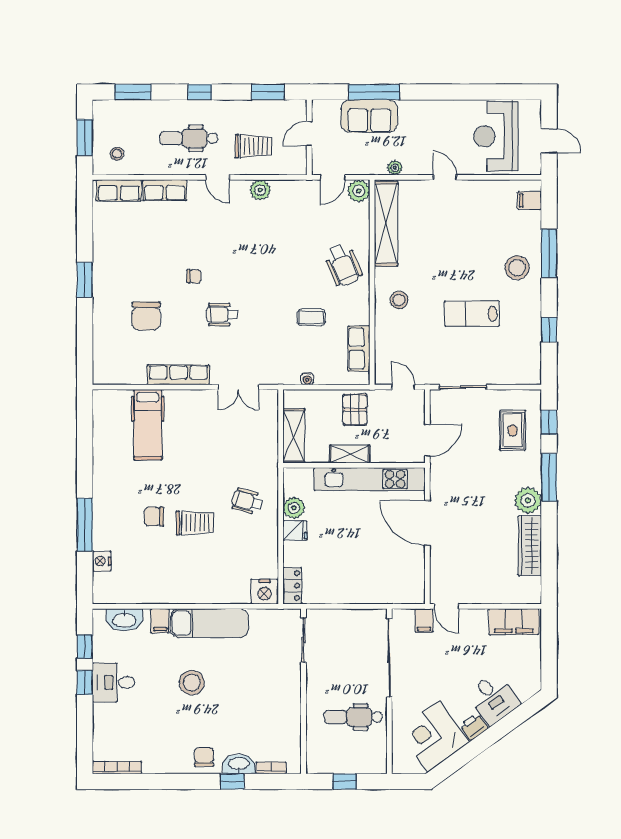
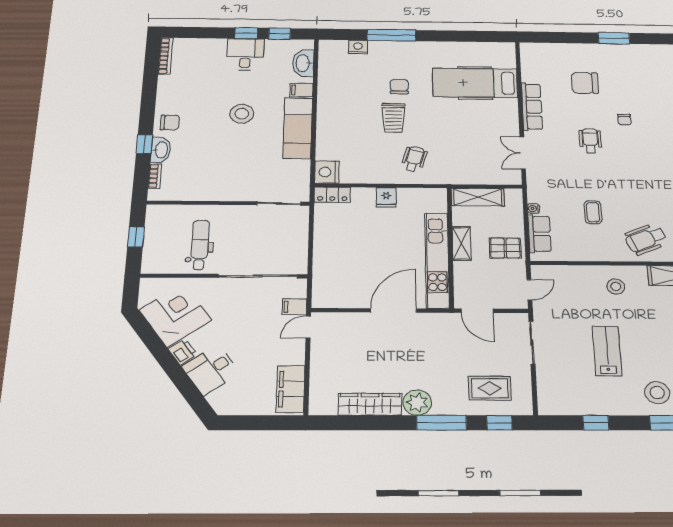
row of seats: (359, 349) -> (540, 234), moved, turned 90
hospital bed: (148, 425) -> (475, 83), width x1.37, depth x1.29
plant: (294, 508) -> (408, 197), removed

